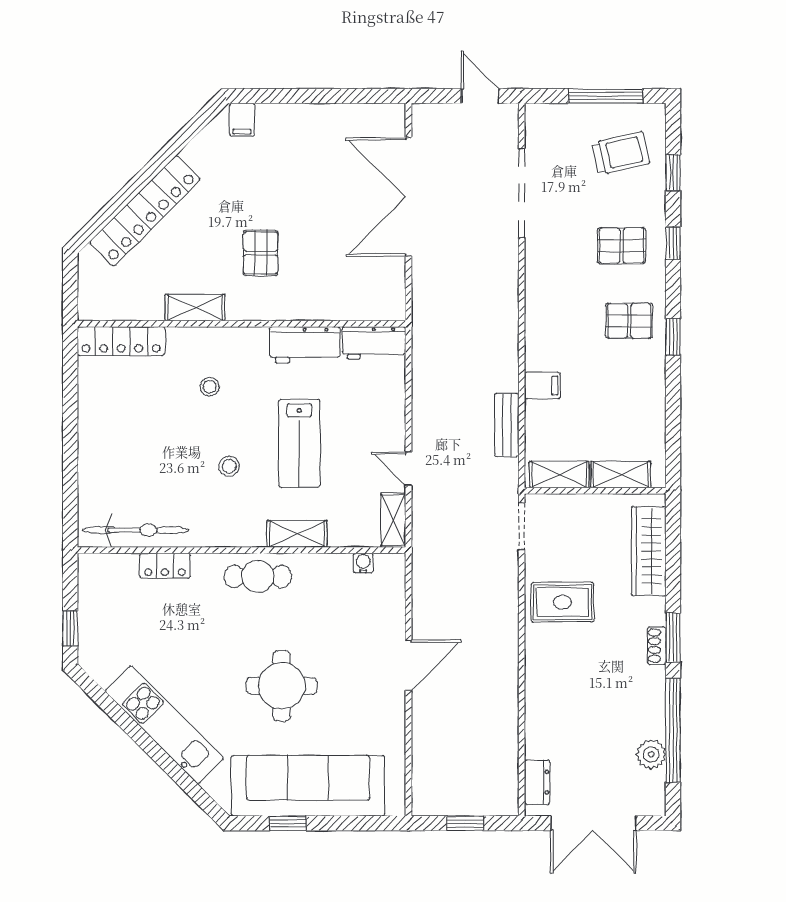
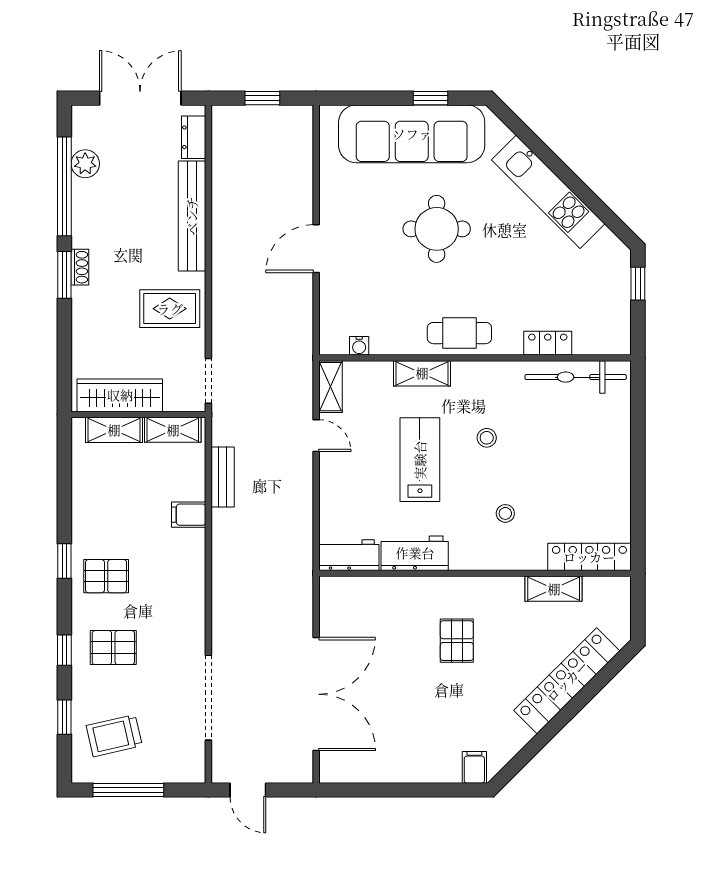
shelving: (195, 308) -> (554, 589), moved
wardrobe: (649, 551) -> (120, 395), moved, turned -90
bench: (539, 699) -> (192, 216), added

